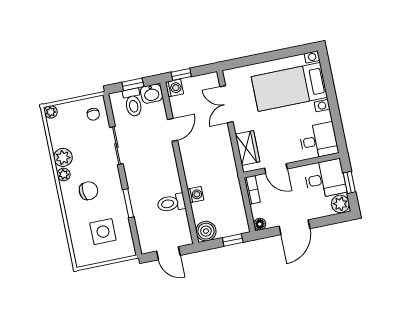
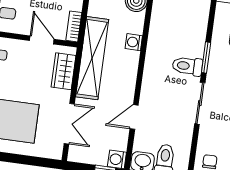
sliding door: (116, 146) -> (200, 103), moved
shelving: (227, 168) -> (92, 58), added
toilet: (171, 203) -> (187, 66), moved, turned 180

